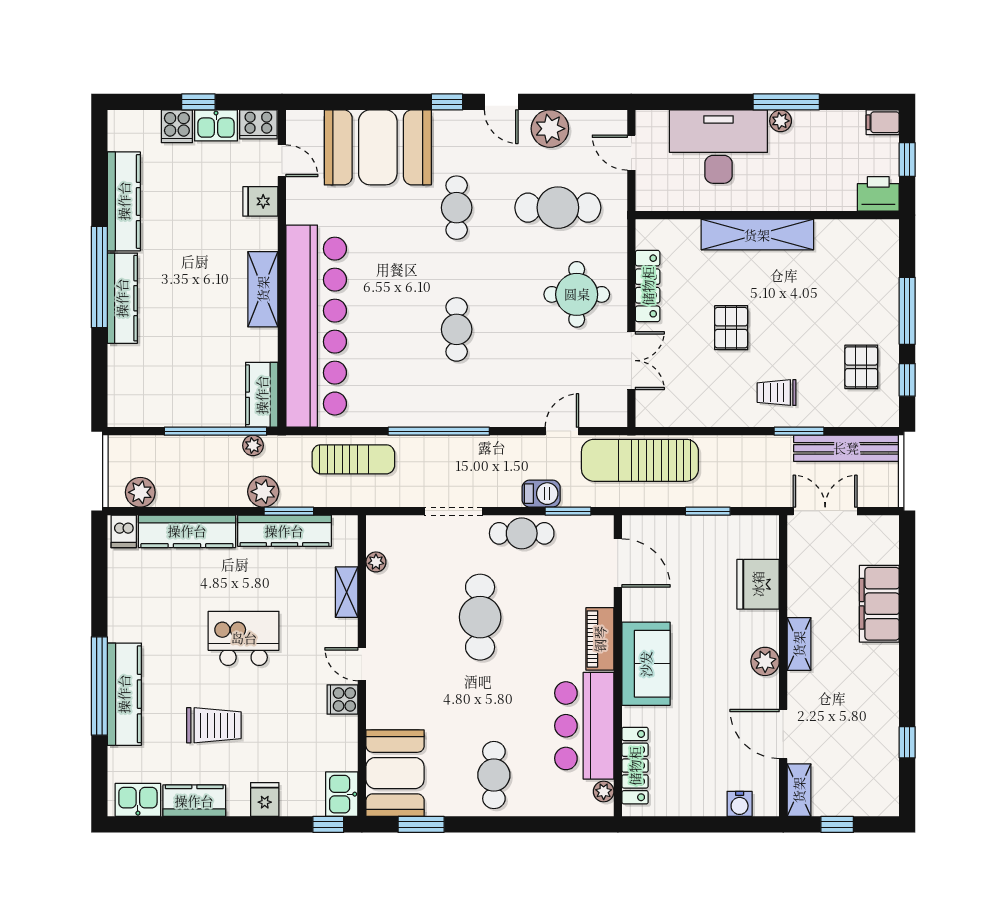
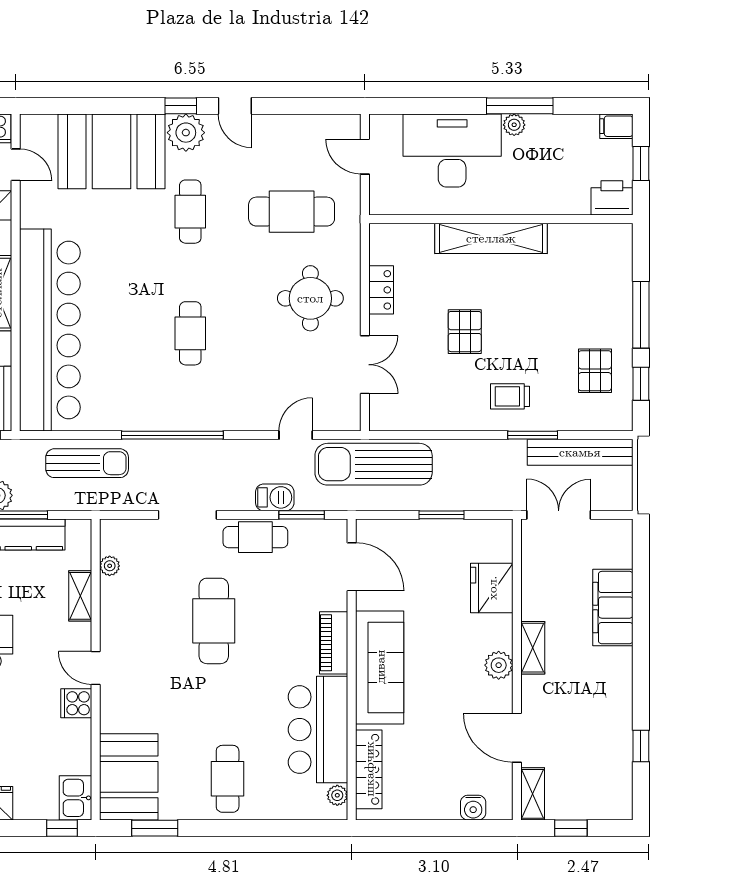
plant: (550, 129) -> (186, 133), moved
locker: (648, 286) -> (381, 290), width x0.66
sofa: (646, 664) -> (380, 667), width x1.36

